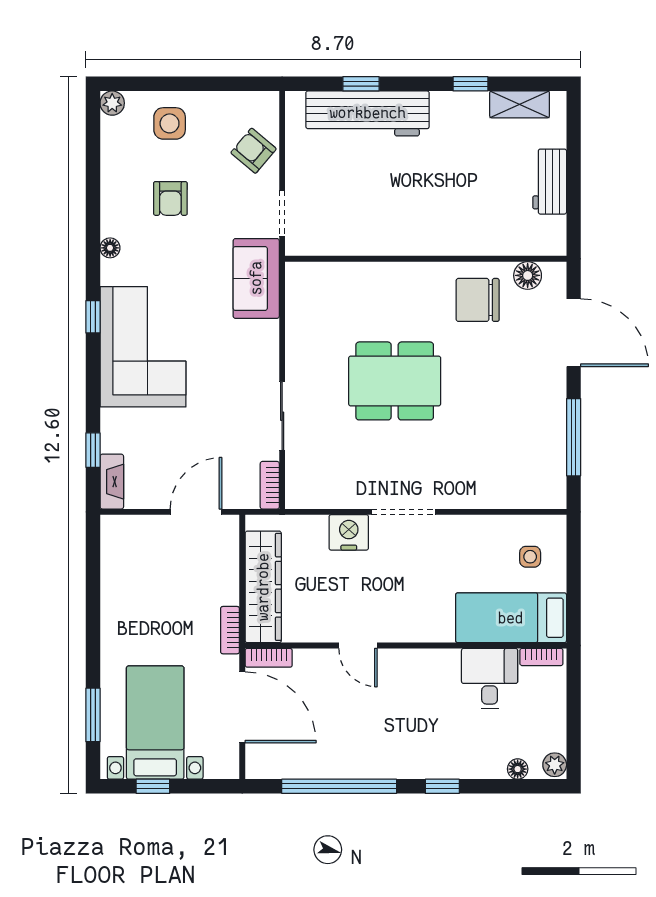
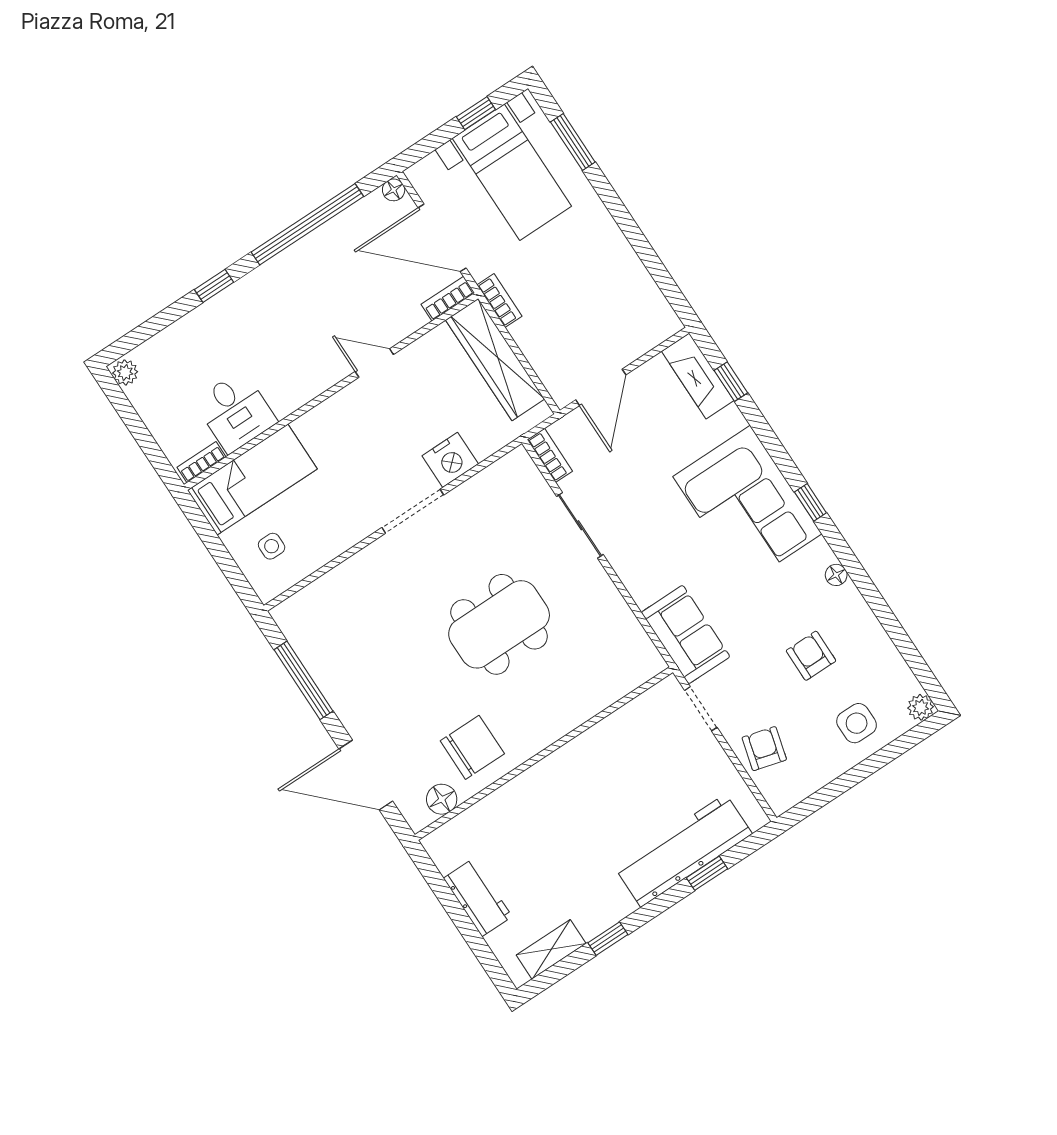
armchair: (254, 151) -> (764, 749), turned -115
fireplace: (112, 482) -> (698, 376), width x1.37, depth x1.32
floor lamp: (518, 769) -> (394, 190), moved

